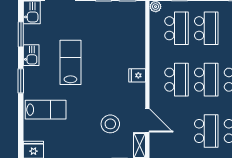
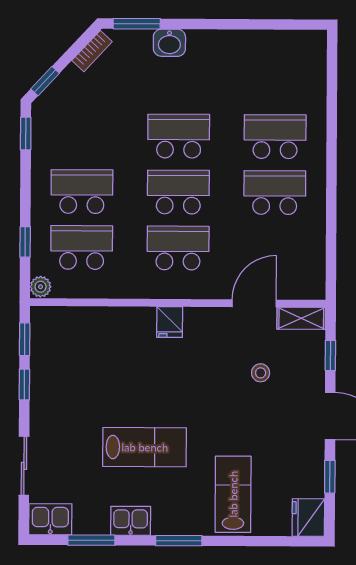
lab bench: (70, 62) -> (145, 447), turned 180
stool: (110, 124) -> (261, 373), width x0.53, depth x0.53

